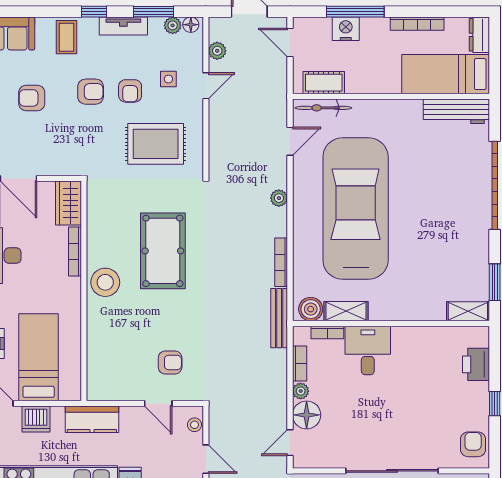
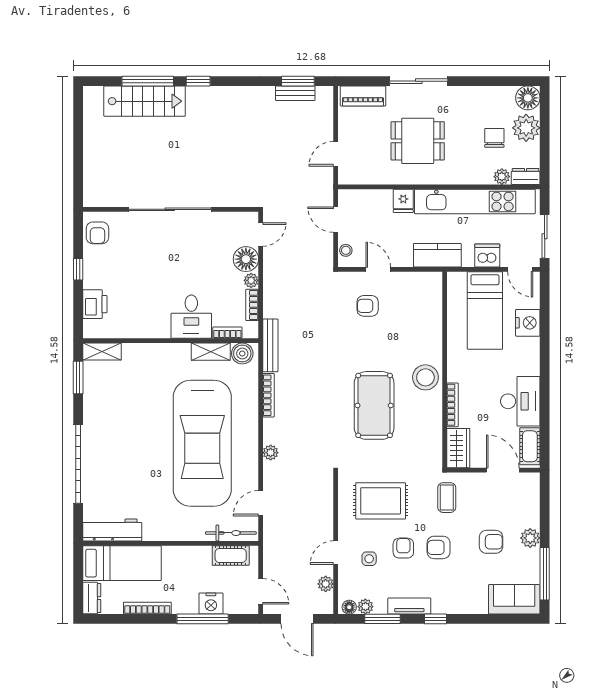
coffee table: (67, 37) -> (447, 498), moved

